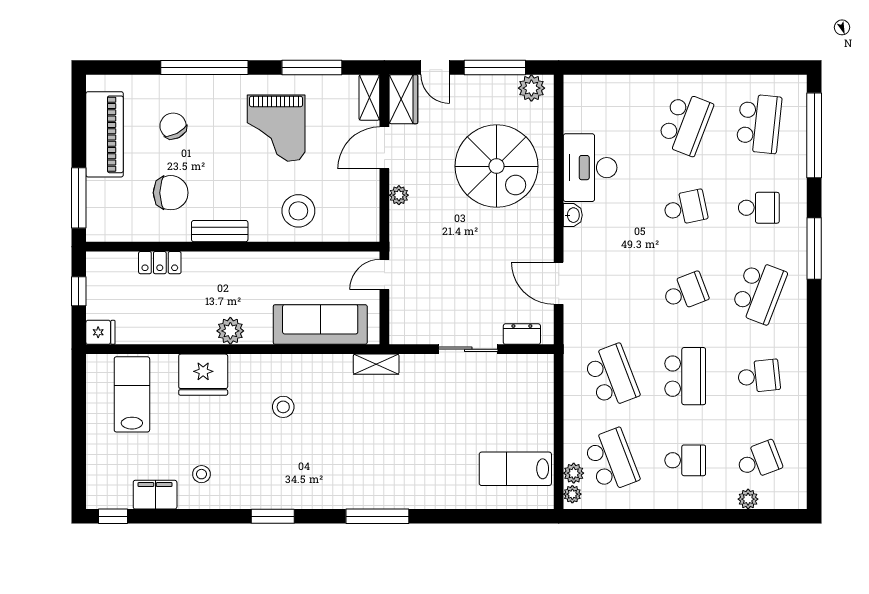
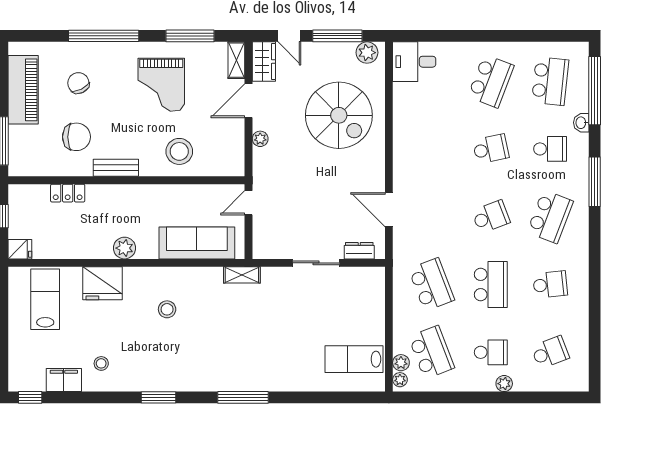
desk: (590, 168) -> (414, 62), moved, width x0.73
washbasin: (573, 215) -> (581, 123), moved, turned 180
plant: (748, 499) -> (504, 384), moved

